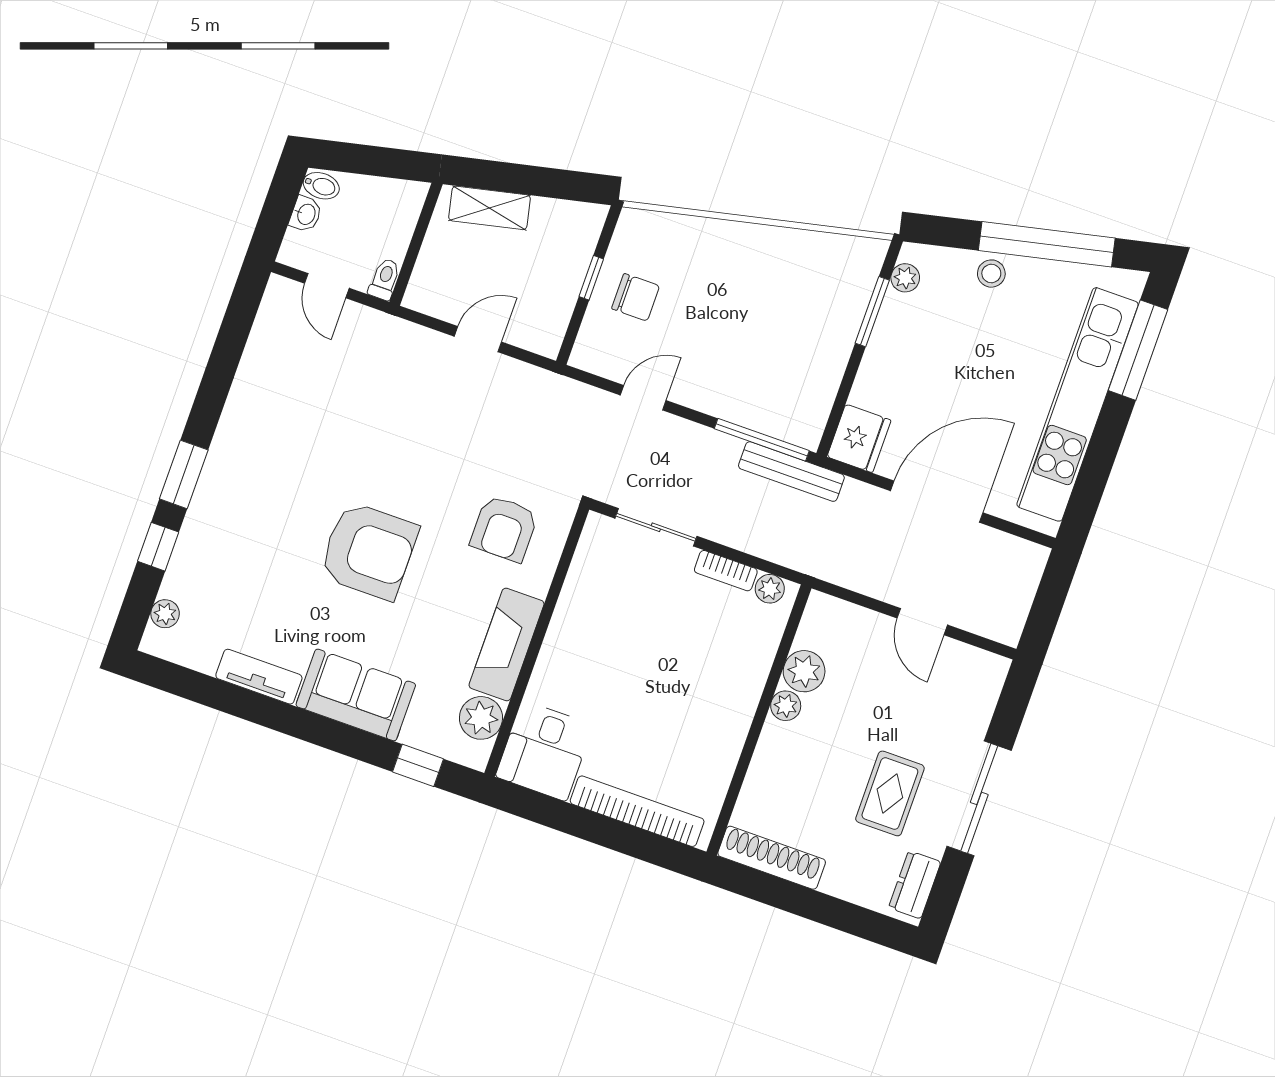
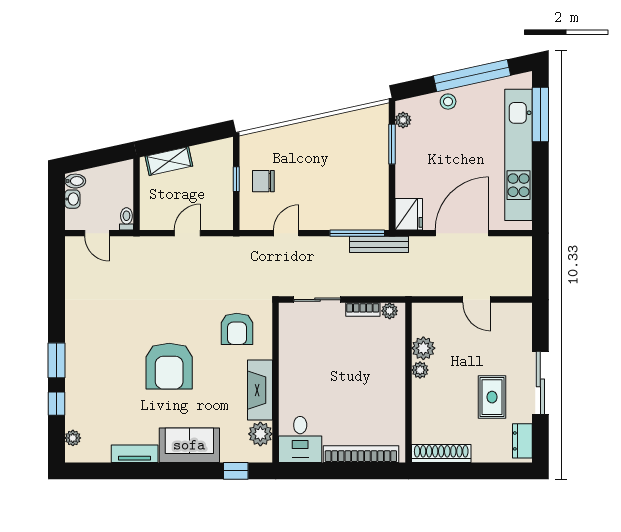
chair: (636, 297) -> (263, 181), turned 180
armchair: (369, 551) -> (169, 366), turned 90

